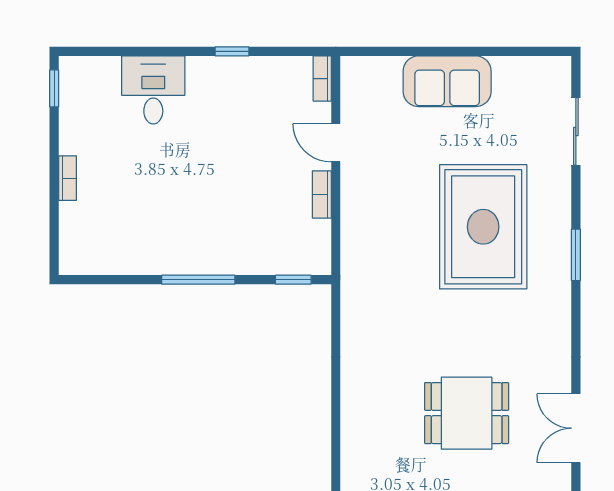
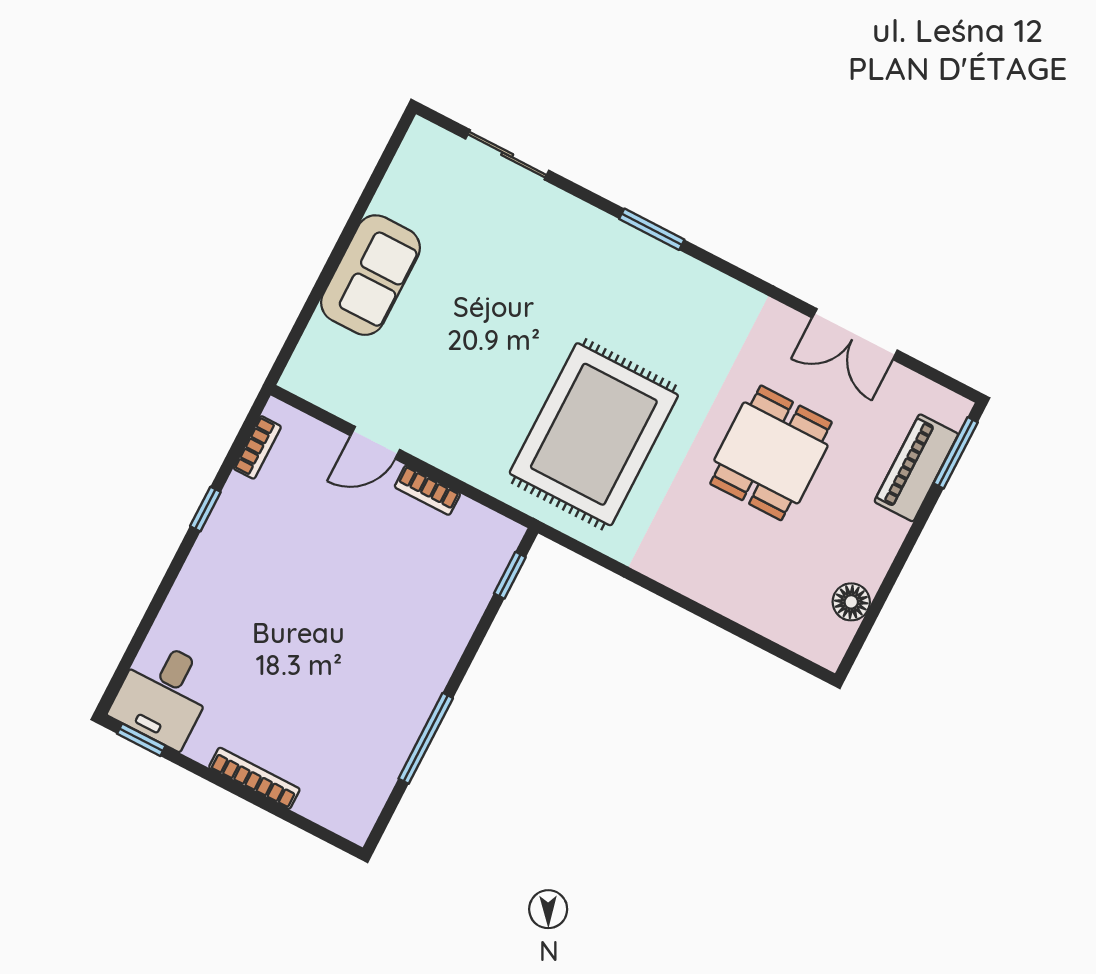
bookcase: (322, 79) -> (257, 447), moved, turned -90
desk: (153, 90) -> (163, 694), moved, turned -90
bookcase: (68, 178) -> (254, 778), width x1.56
rug: (483, 227) -> (594, 434), moved, turned 90
window: (198, 280) -> (426, 738), moved

